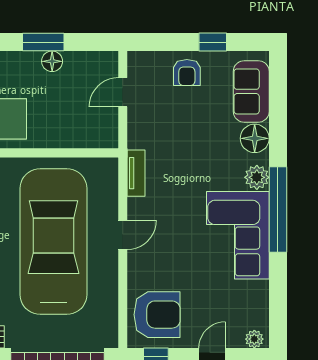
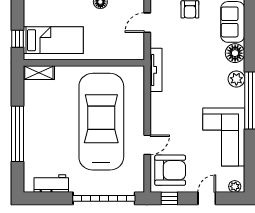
tv unit: (136, 173) -> (156, 70), width x1.41
door: (123, 235) -> (147, 145), moved
corner sofa: (238, 235) -> (224, 137), moved

